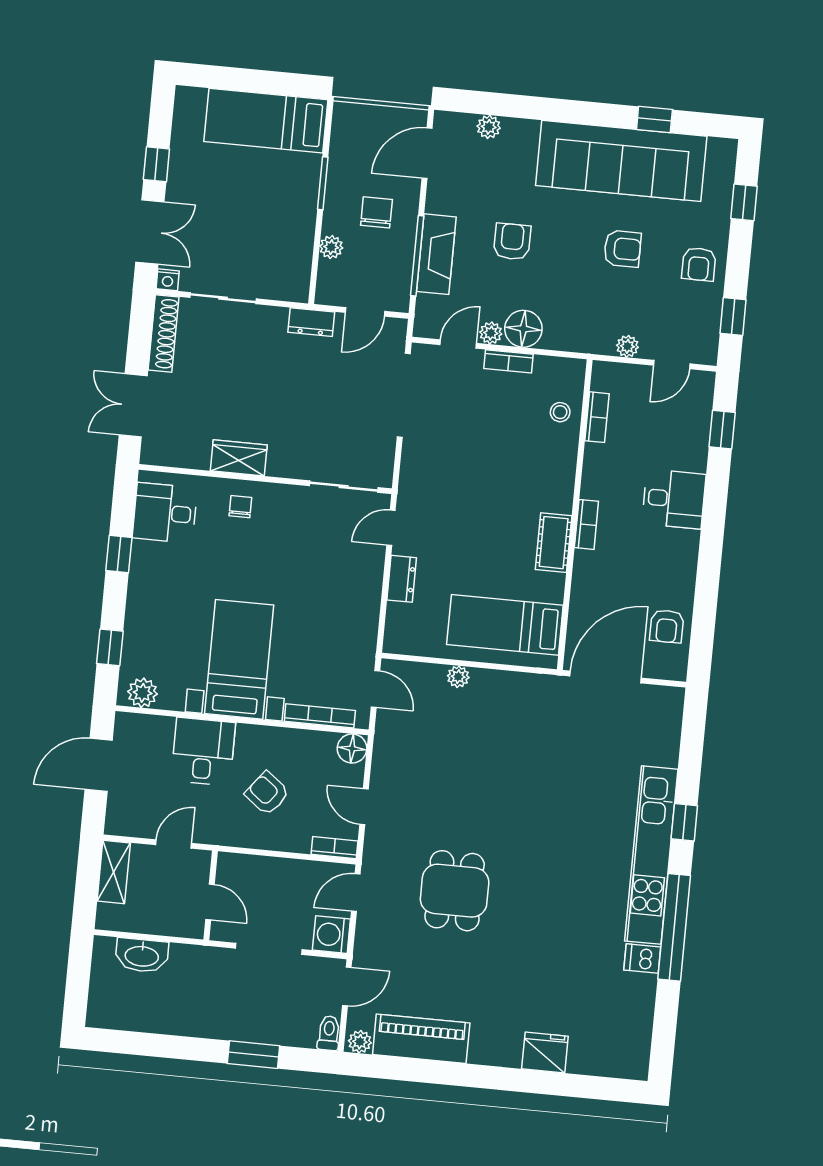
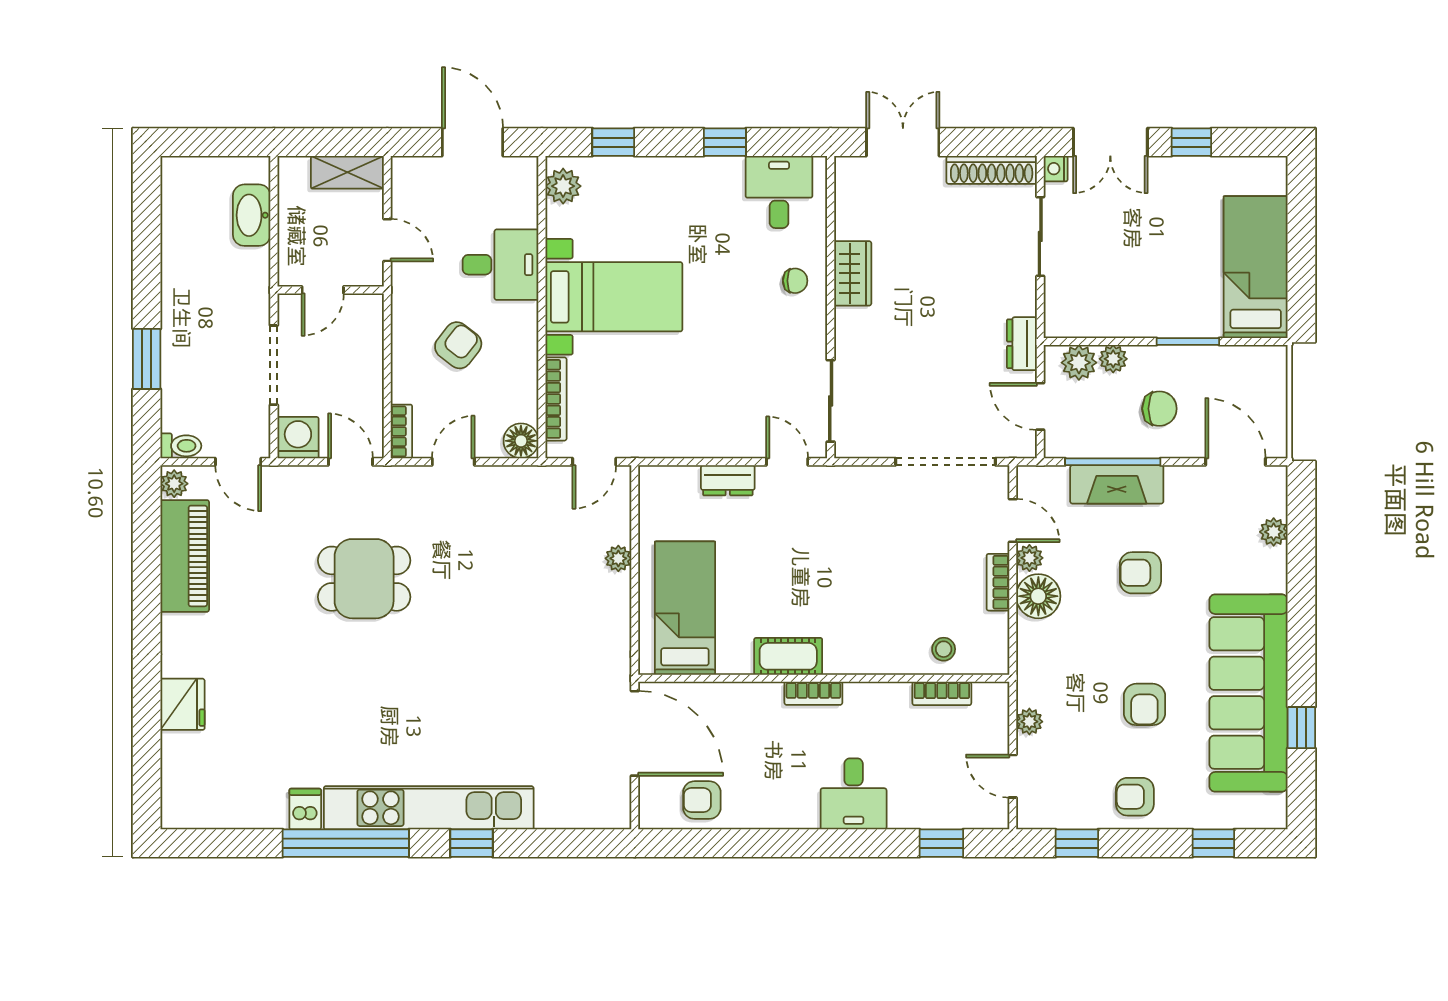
armchair: (512, 242) -> (1140, 573), turned 180
plant: (331, 276) -> (1079, 363), added

